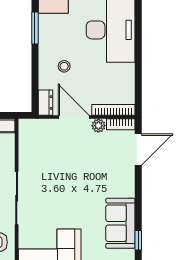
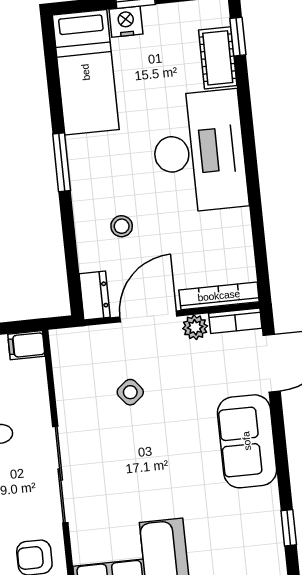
door: (74, 117) -> (148, 316), hinge flipped
side table: (59, 157) -> (130, 392), added
sofa: (120, 223) -> (247, 441), moved

